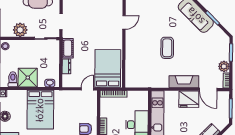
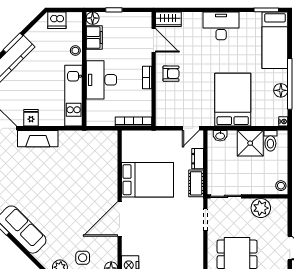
door: (124, 22) -> (120, 219), width x1.87
coffee table: (167, 48) -> (61, 185), removed
bed: (108, 68) -> (147, 180), moved, turned -90
door: (87, 89) -> (191, 128), moved
fridge: (189, 99) -> (31, 118), width x0.53, depth x0.75

